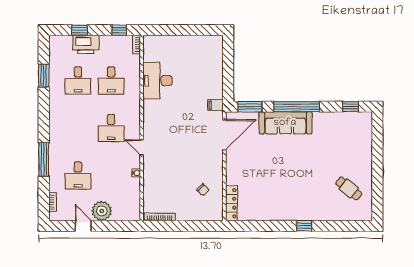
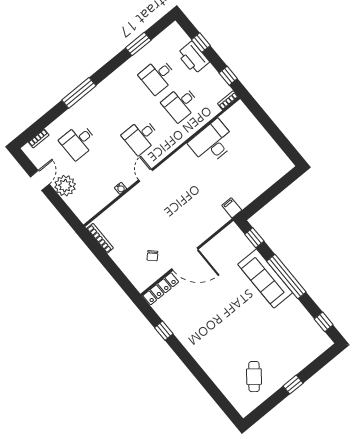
window: (250, 107) -> (254, 238), width x0.67
door: (224, 135) -> (185, 259), moved
window: (44, 159) -> (79, 93), moved
window: (377, 165) -> (293, 385), added
window: (304, 226) -> (164, 331), moved

